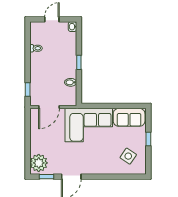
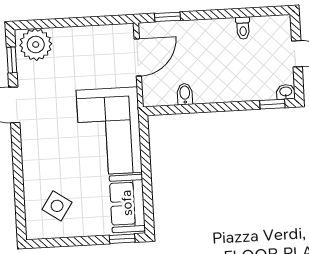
window: (79, 62) -> (272, 104), moved
door: (49, 107) -> (138, 57), swing flipped
window: (148, 139) -> (122, 239), moved

